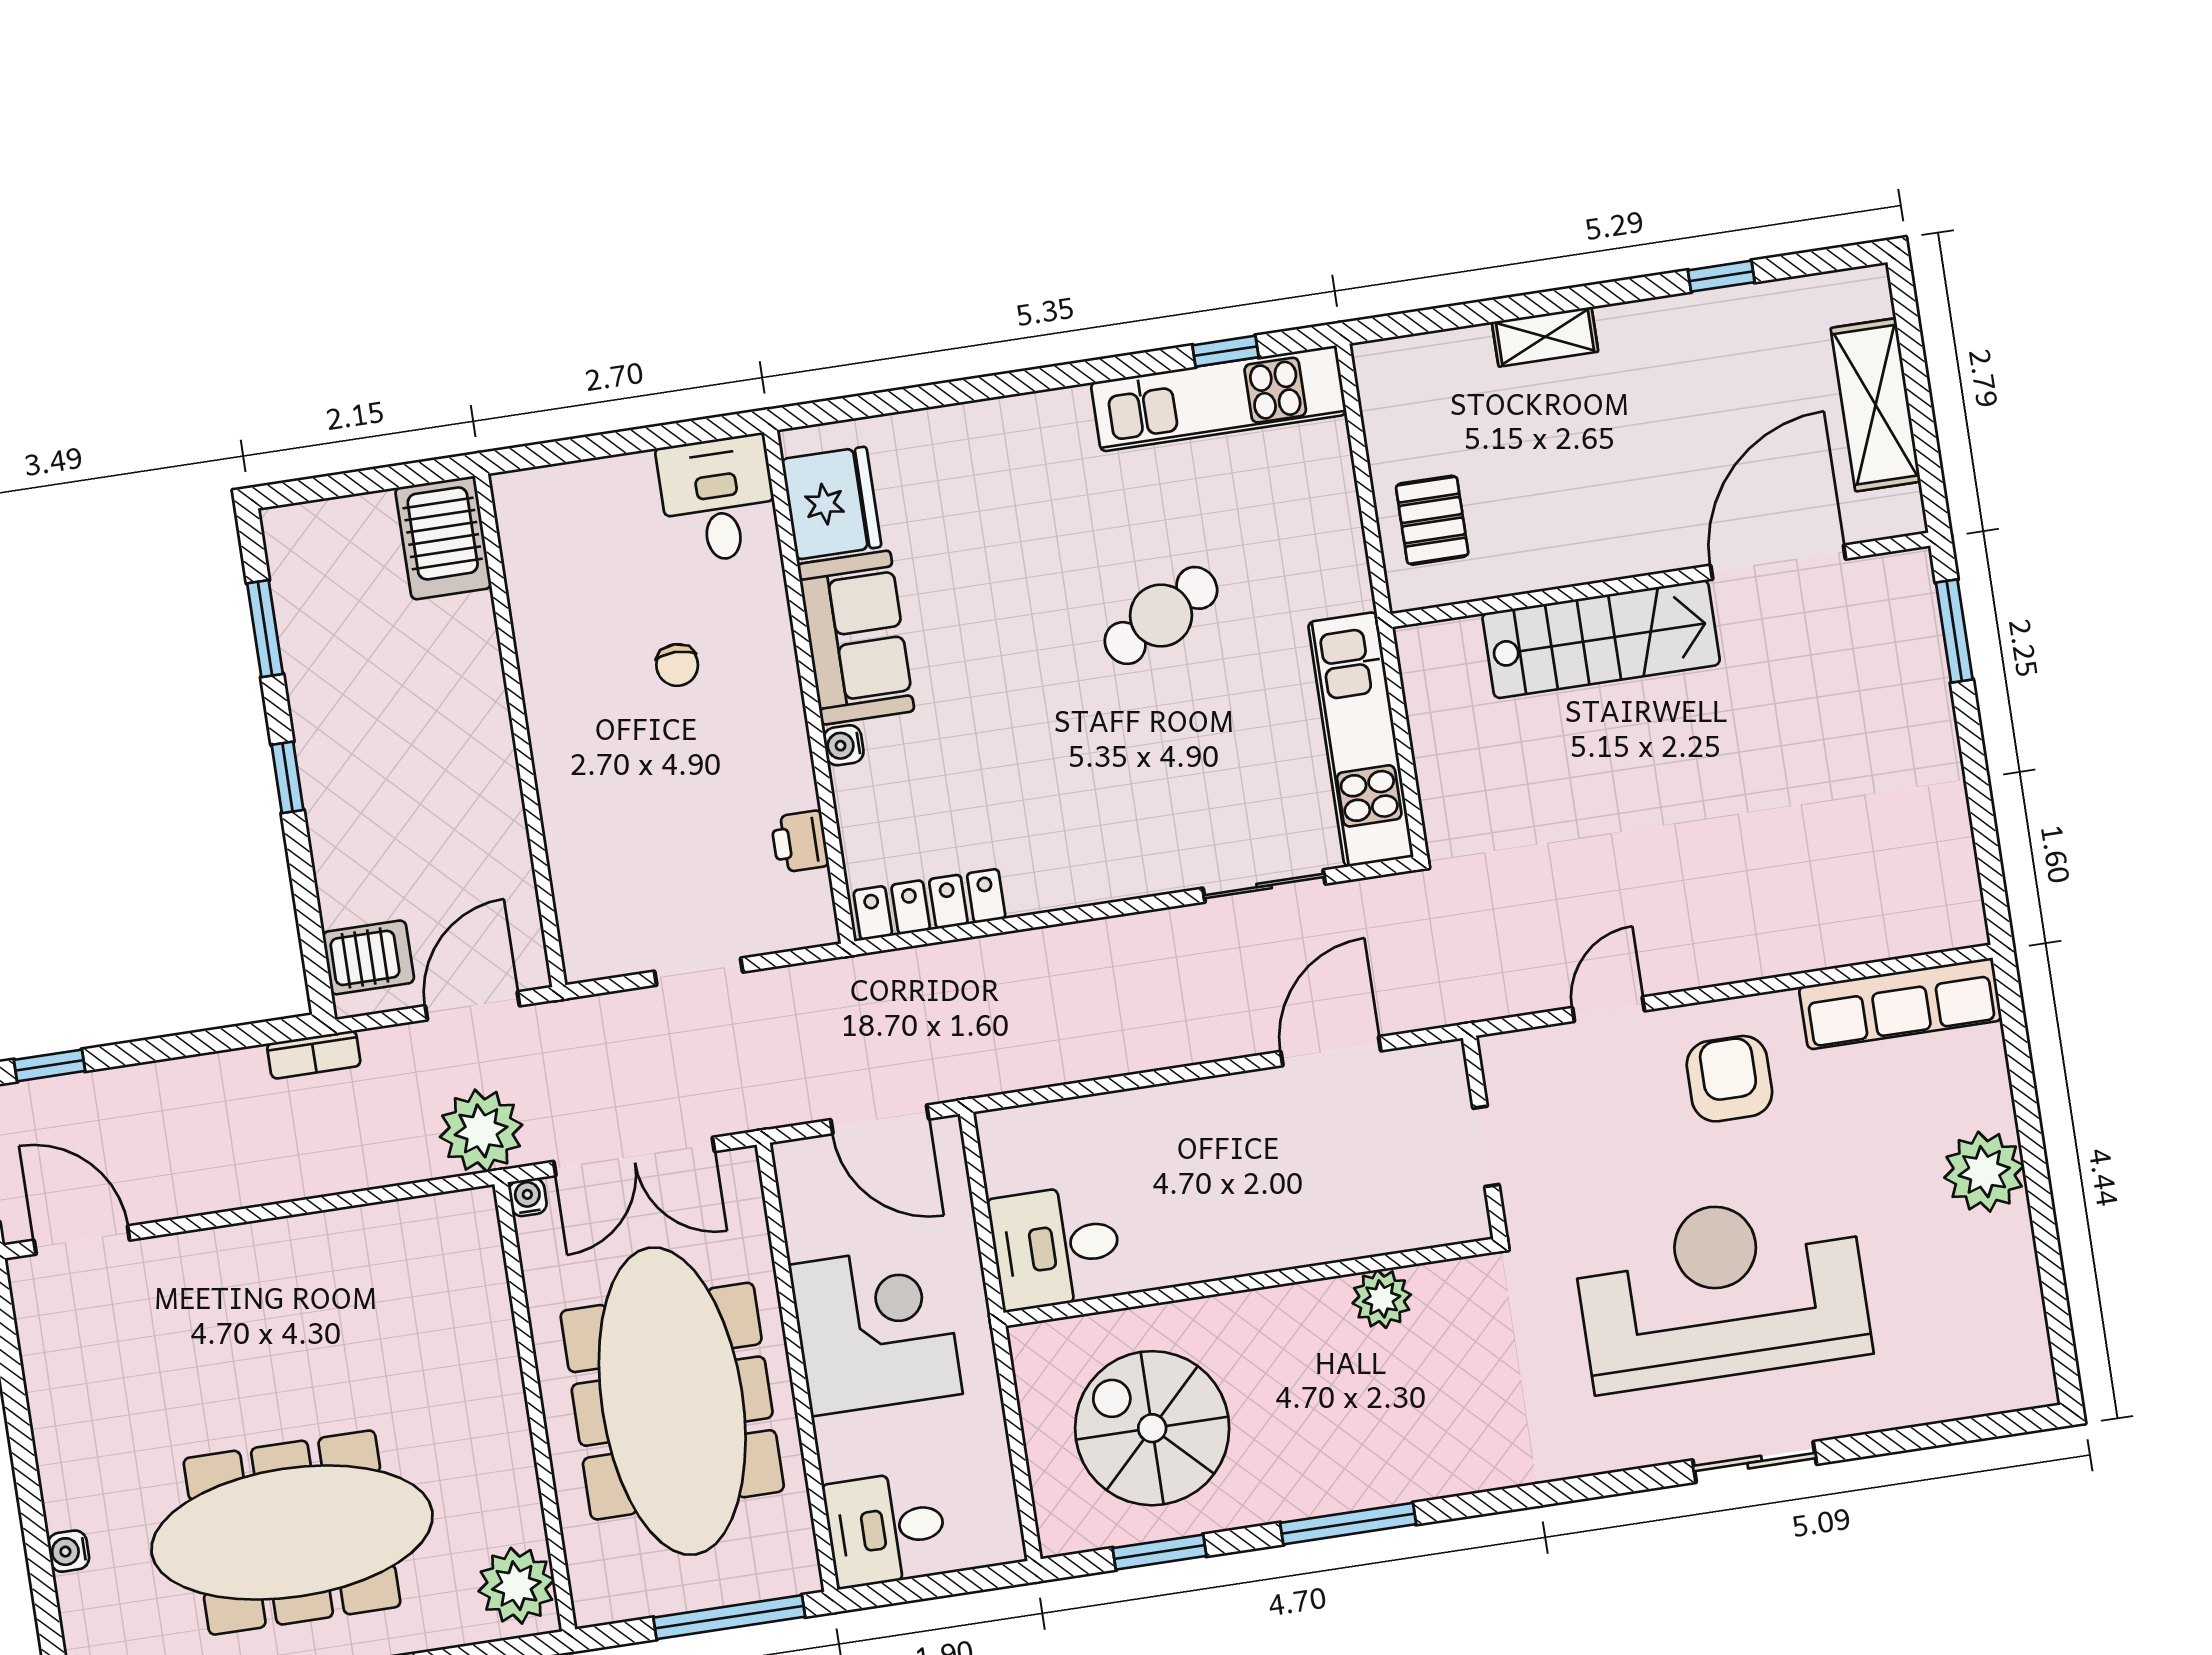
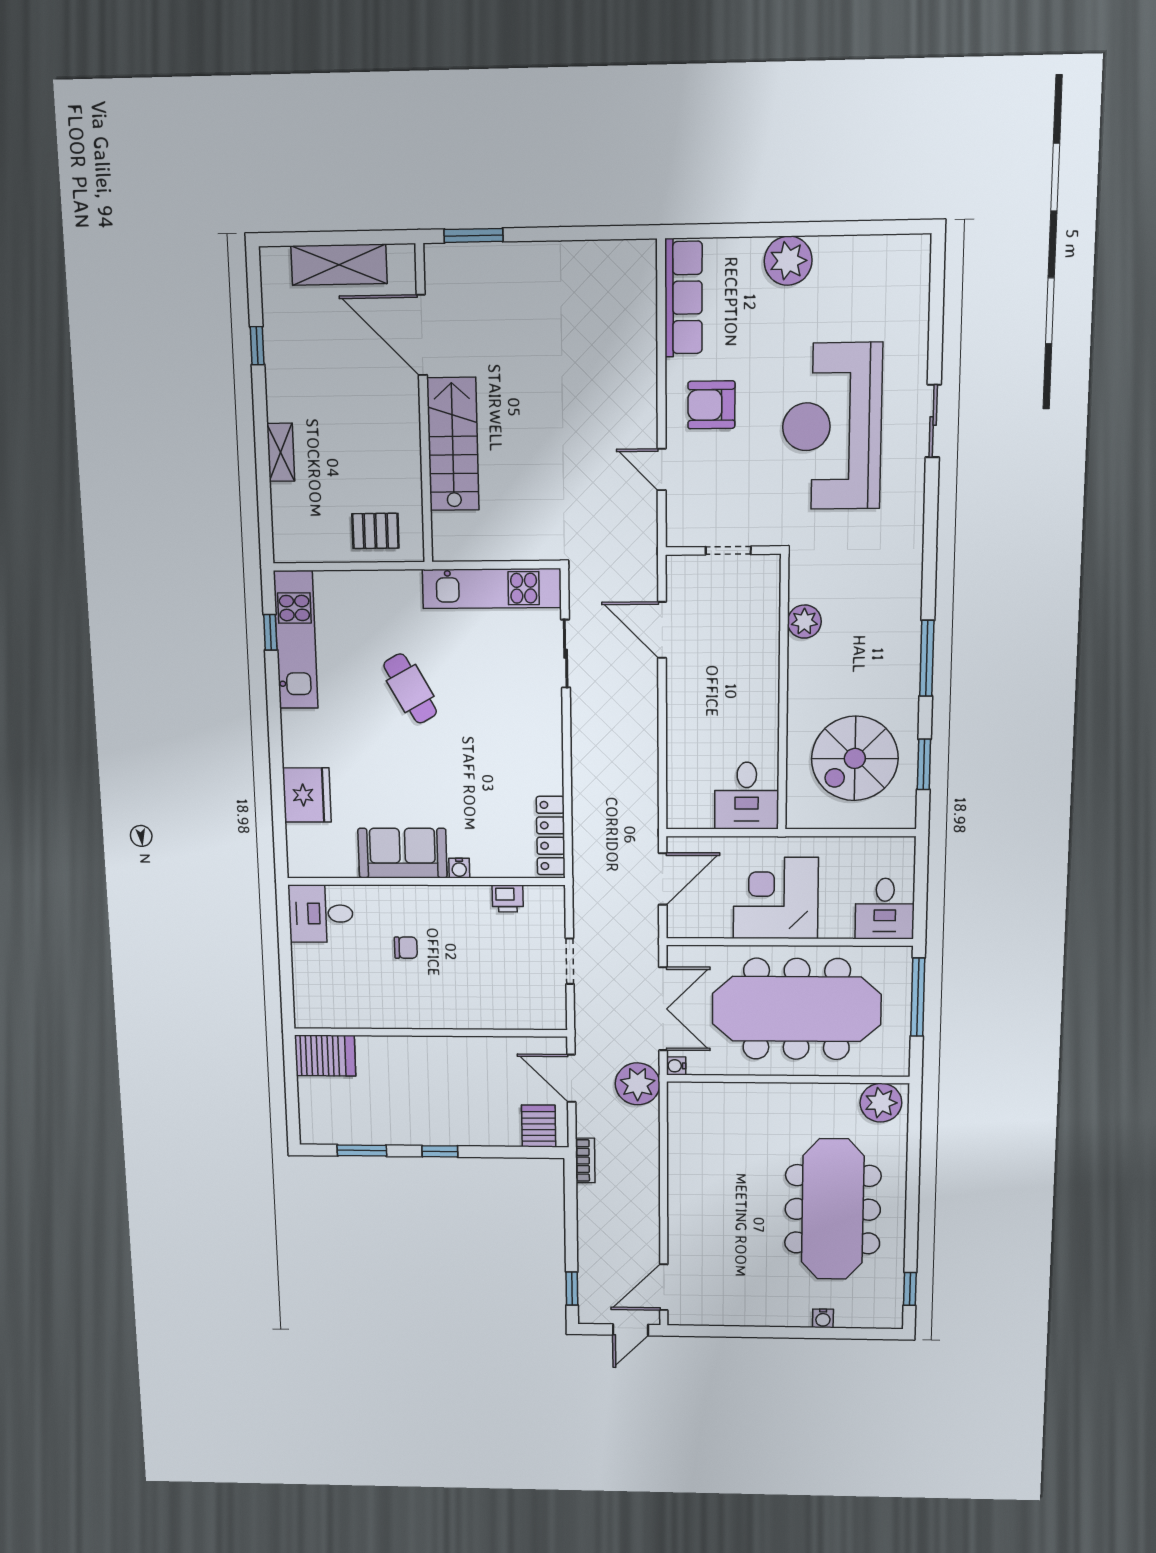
fridge: (831, 503) -> (307, 795), moved, turned 90

